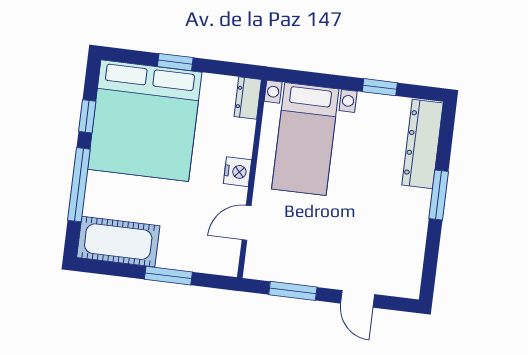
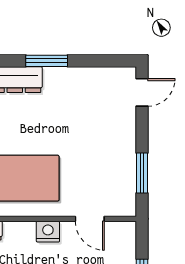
door: (358, 299) -> (142, 92), moved

